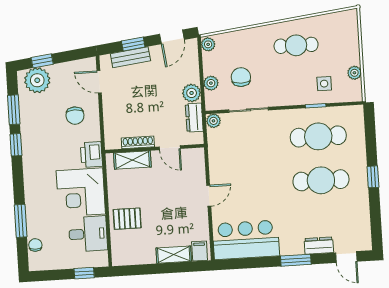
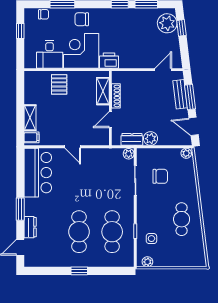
window: (133, 44) -> (190, 97), width x1.50
plant: (354, 73) -> (147, 262), moved
plant: (211, 83) -> (157, 154), removed
chair: (75, 116) -> (82, 19), moved
window: (84, 273) -> (20, 31), moved

